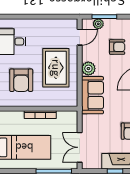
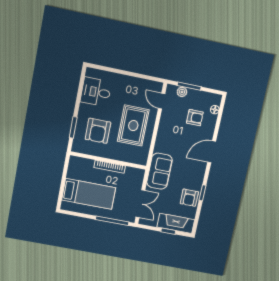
door: (80, 37) -> (162, 101), swing flipped
plant: (88, 69) -> (164, 133), removed
sofa: (92, 95) -> (159, 171), moved
double door: (80, 147) -> (140, 204), swing flipped

